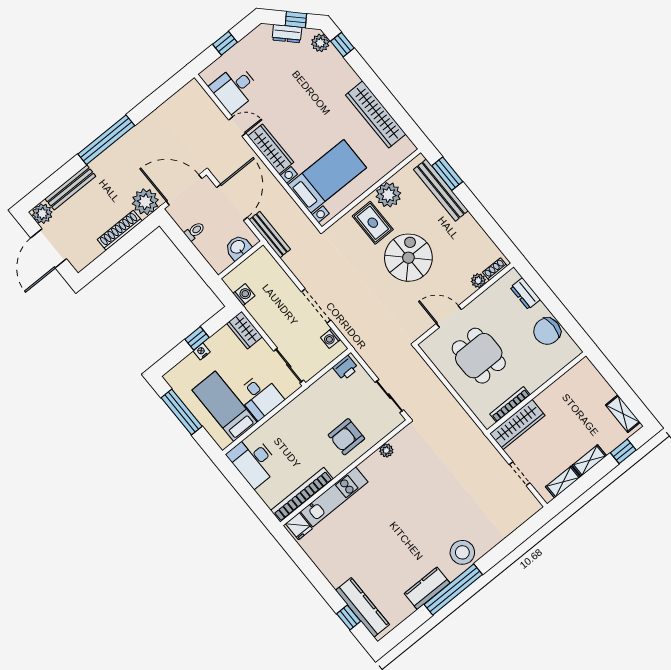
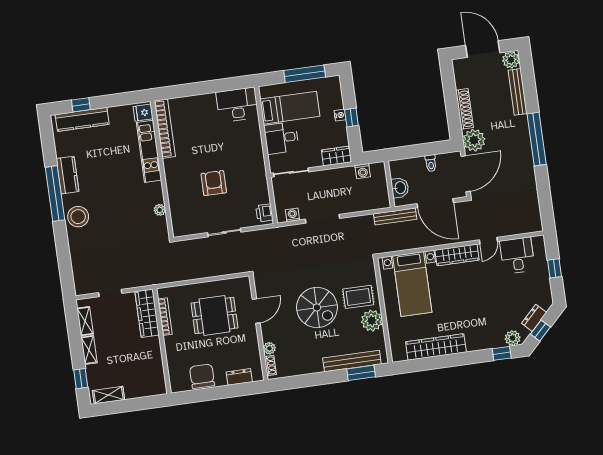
plant: (386, 450) -> (160, 210), moved
wall: (345, 473) -> (162, 169), moved
bookcase: (302, 495) -> (165, 129), moved
kitchen unit: (334, 497) -> (149, 151), moved
fridge: (299, 526) -> (143, 113), moved

